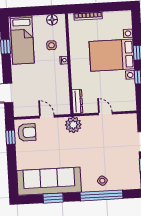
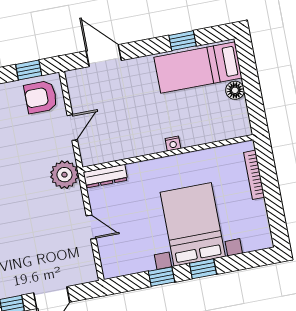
floor lamp: (52, 20) -> (235, 90), moved
side table: (52, 45) -> (196, 119), removed
door: (105, 113) -> (91, 227), hinge flipped
armchair: (27, 132) -> (41, 97), turned 90

